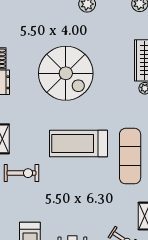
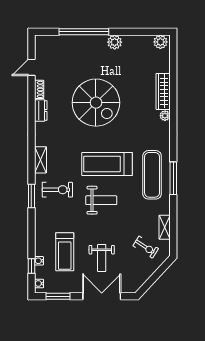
weight bench: (72, 185) -> (101, 200), added

